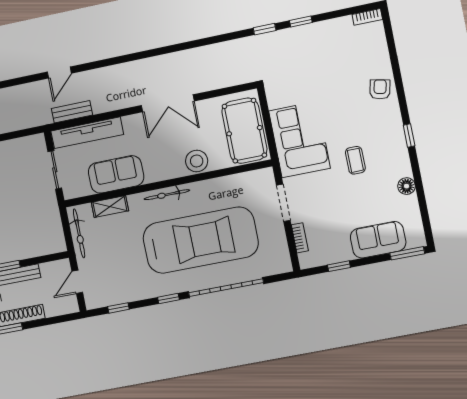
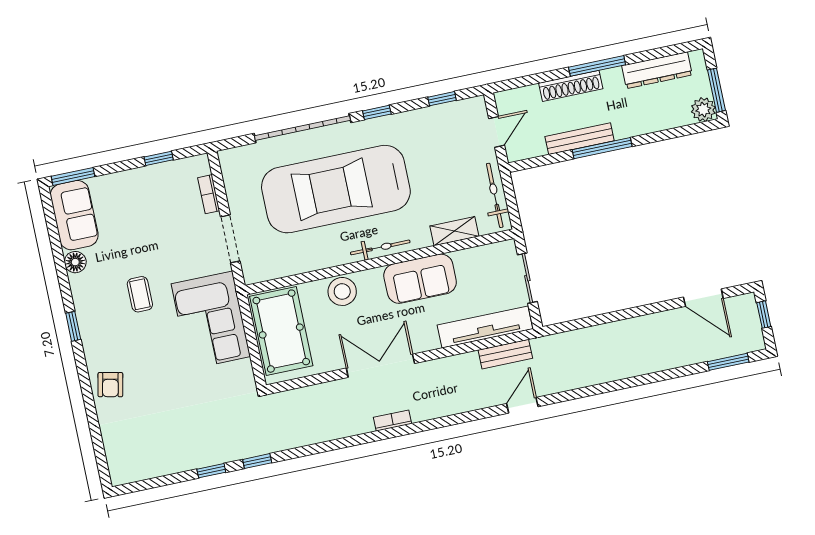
bookcase: (367, 17) -> (393, 421), moved
sofa: (116, 174) -> (420, 279), moved
sofa: (378, 240) -> (74, 215), moved, turned -90

